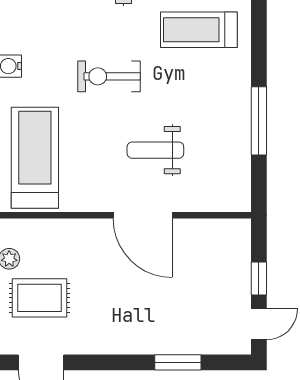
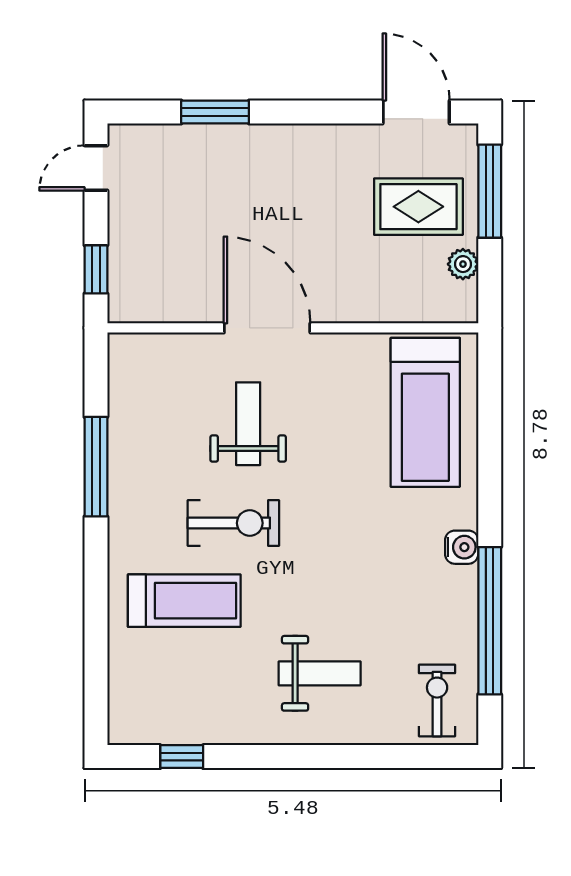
exercise bike: (109, 76) -> (233, 523), moved
weight bench: (155, 150) -> (248, 424), turned -90
window: (259, 278) -> (96, 269), moved

